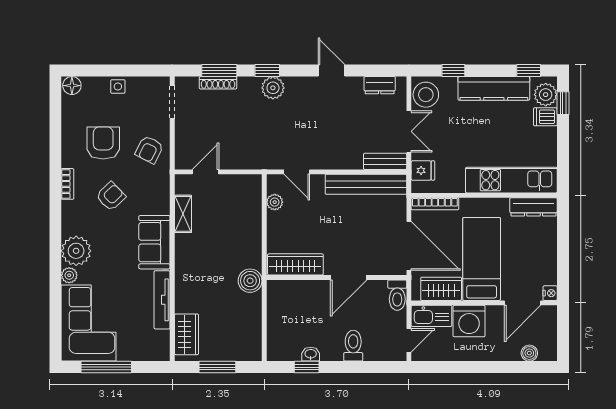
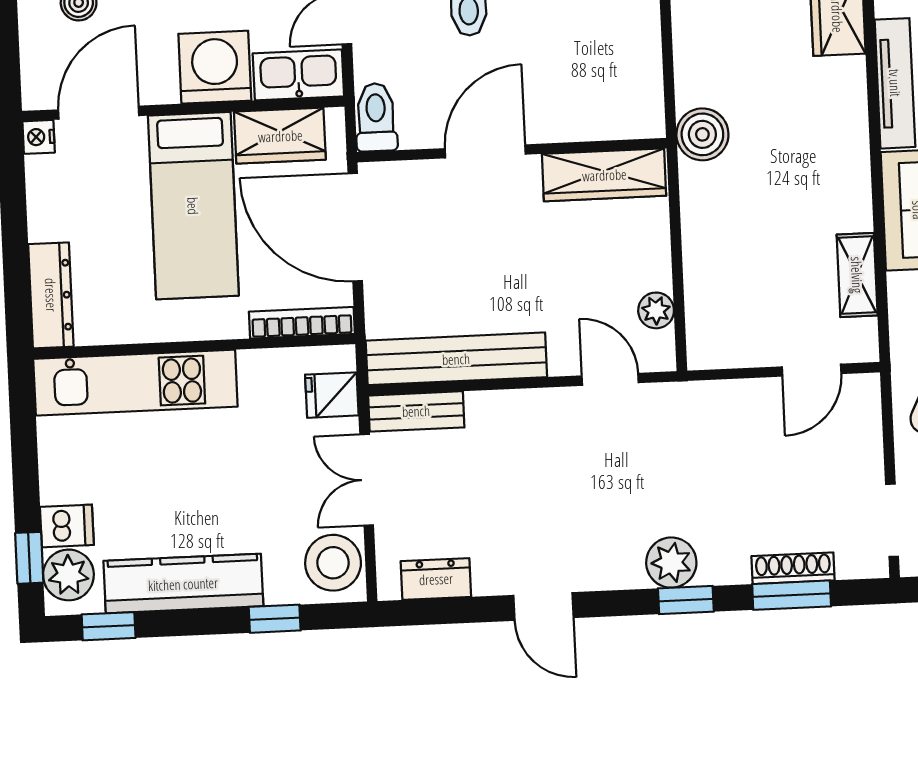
dresser: (533, 207) -> (51, 295), moved, turned 90

